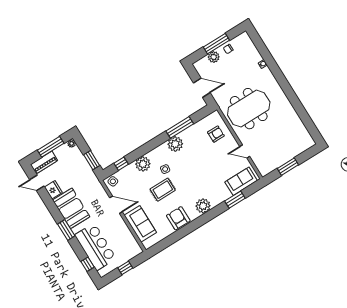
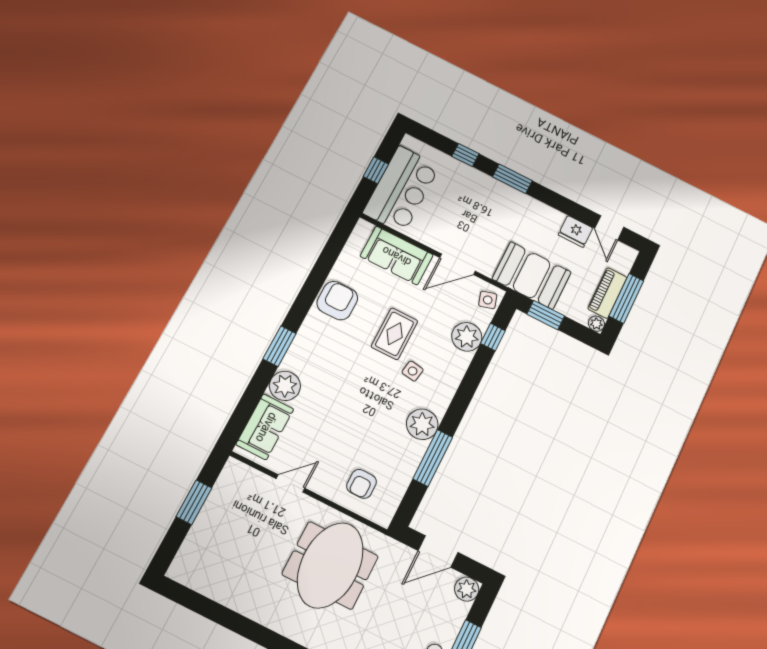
plant: (214, 57) -> (467, 589), moved
piano: (44, 163) -> (607, 293), moved
plant: (143, 164) -> (467, 337), moved
door: (37, 183) -> (609, 228), swing flipped
window: (235, 200) -> (279, 346), moved
plant: (203, 206) -> (285, 386), moved
booth: (71, 208) -> (532, 275), moved
armchair: (178, 218) -> (337, 301), turned -90
bar counter: (95, 247) -> (401, 189), moved, turned -90
window: (88, 264) -> (465, 155), moved

